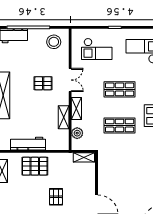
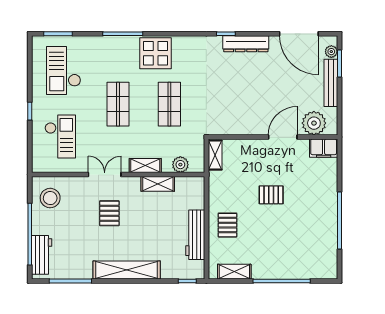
pallet: (35, 166) -> (227, 225), width x0.67, depth x0.71

